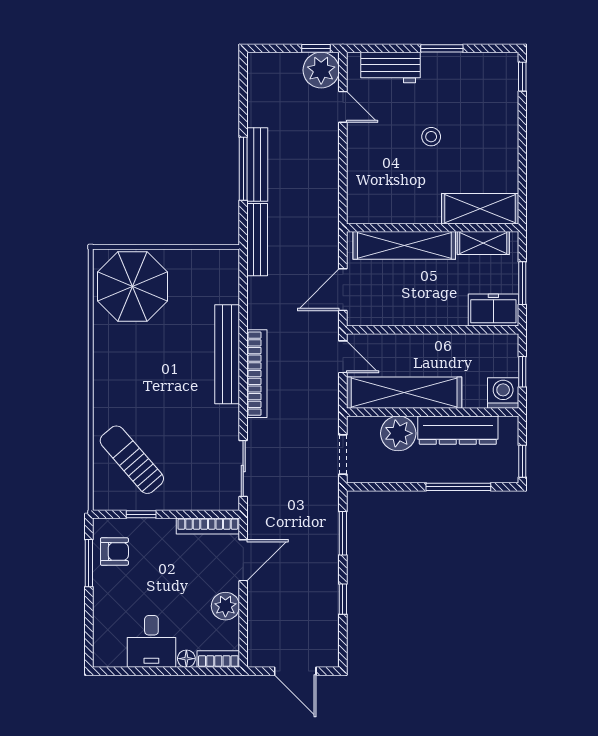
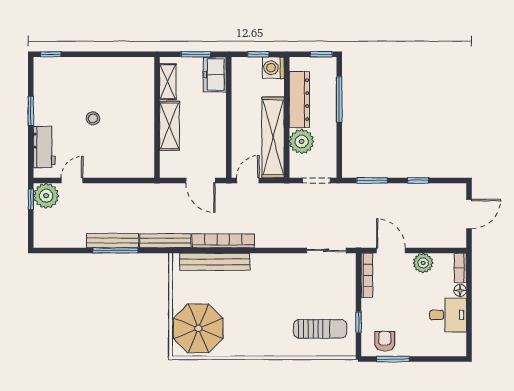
shelving: (480, 209) -> (144, 84), removed
shelving: (404, 245) -> (169, 126), width x0.68
bench: (227, 354) -> (215, 262), moved
bookcase: (257, 374) -> (223, 241), moved
sun lounger: (132, 460) -> (320, 329), turned -139

